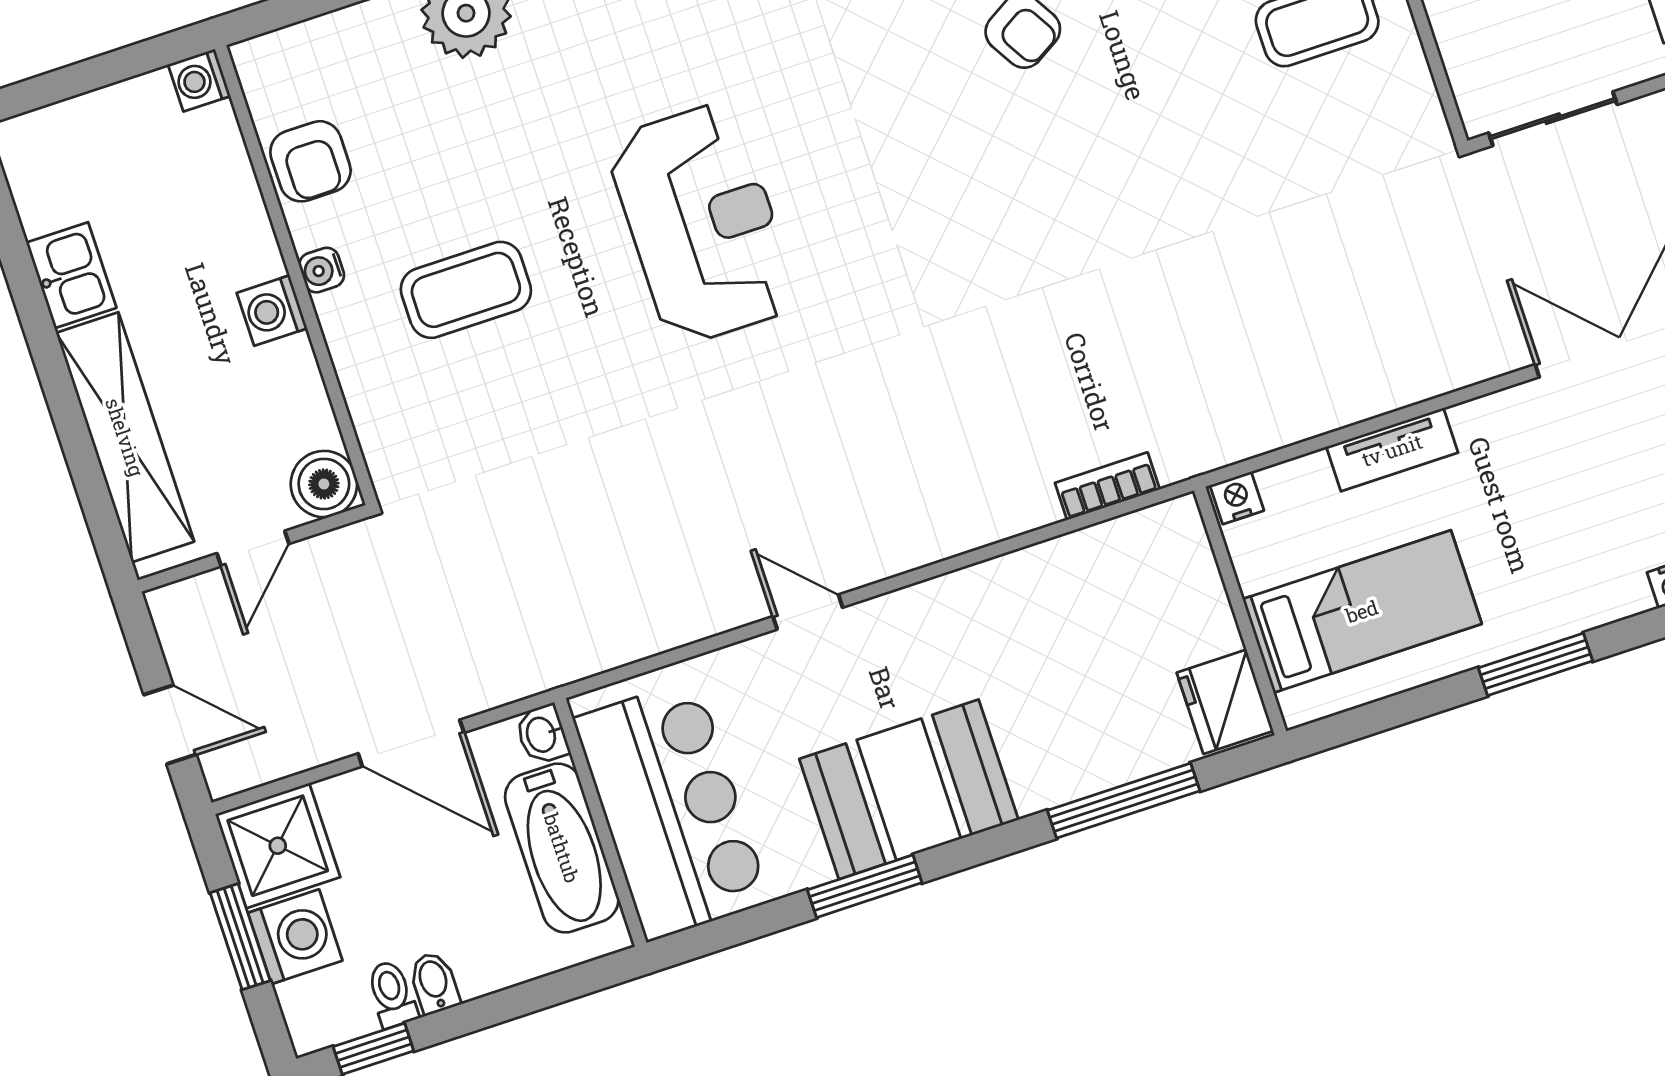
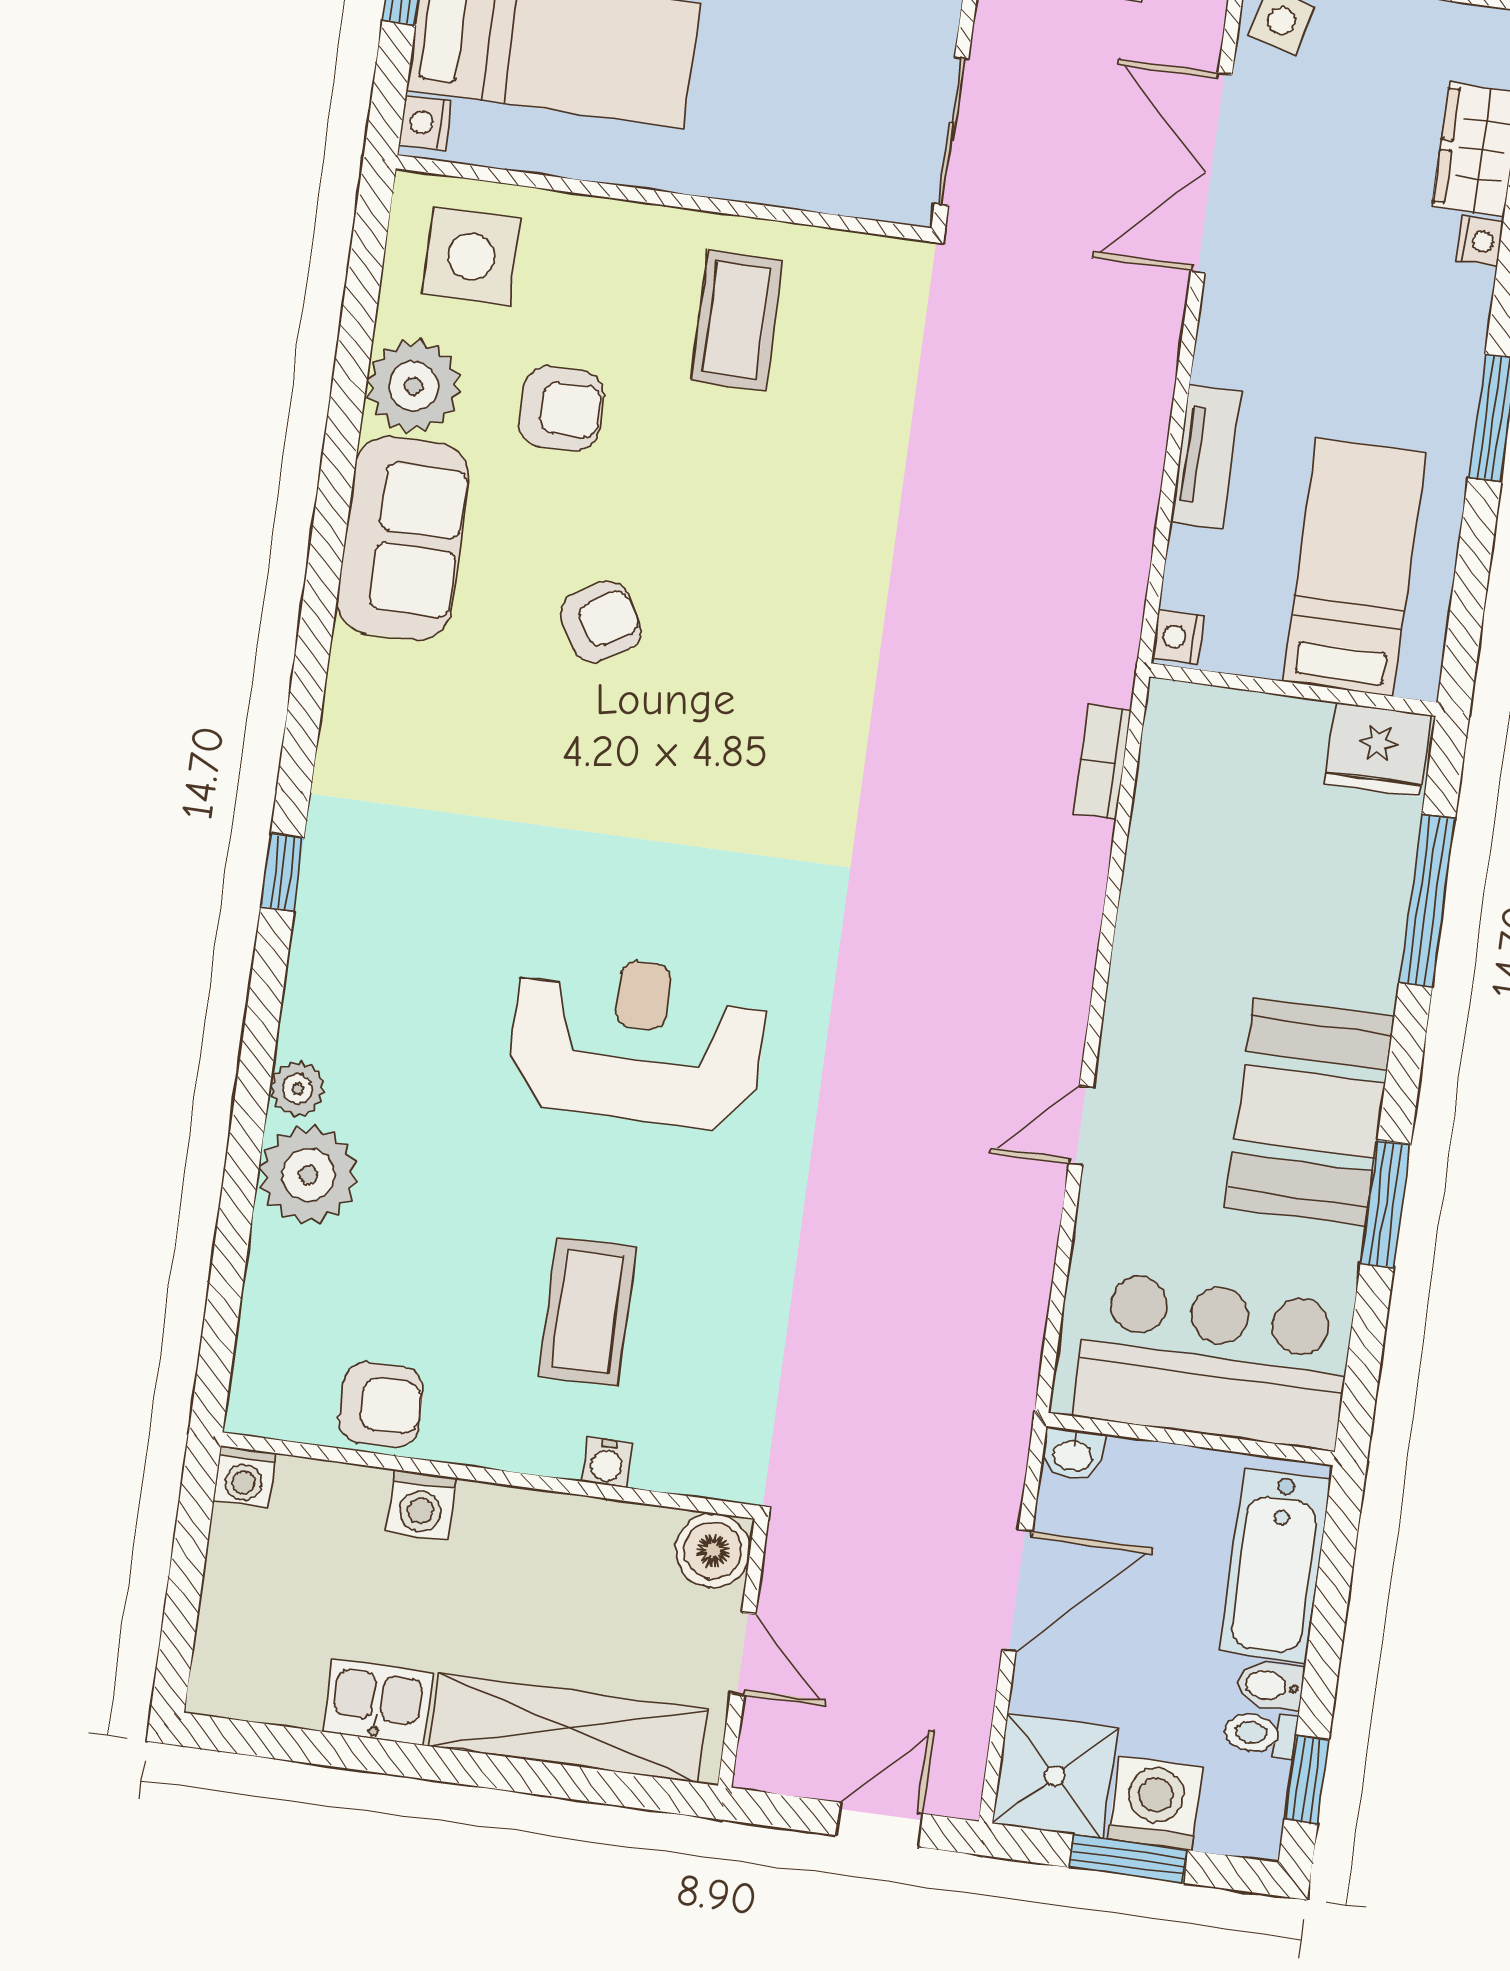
water cooler: (322, 270) -> (607, 1462), moved
washing machine: (272, 311) -> (421, 1505), moved
bathtub: (562, 848) -> (1275, 1565), moved, turned 90

